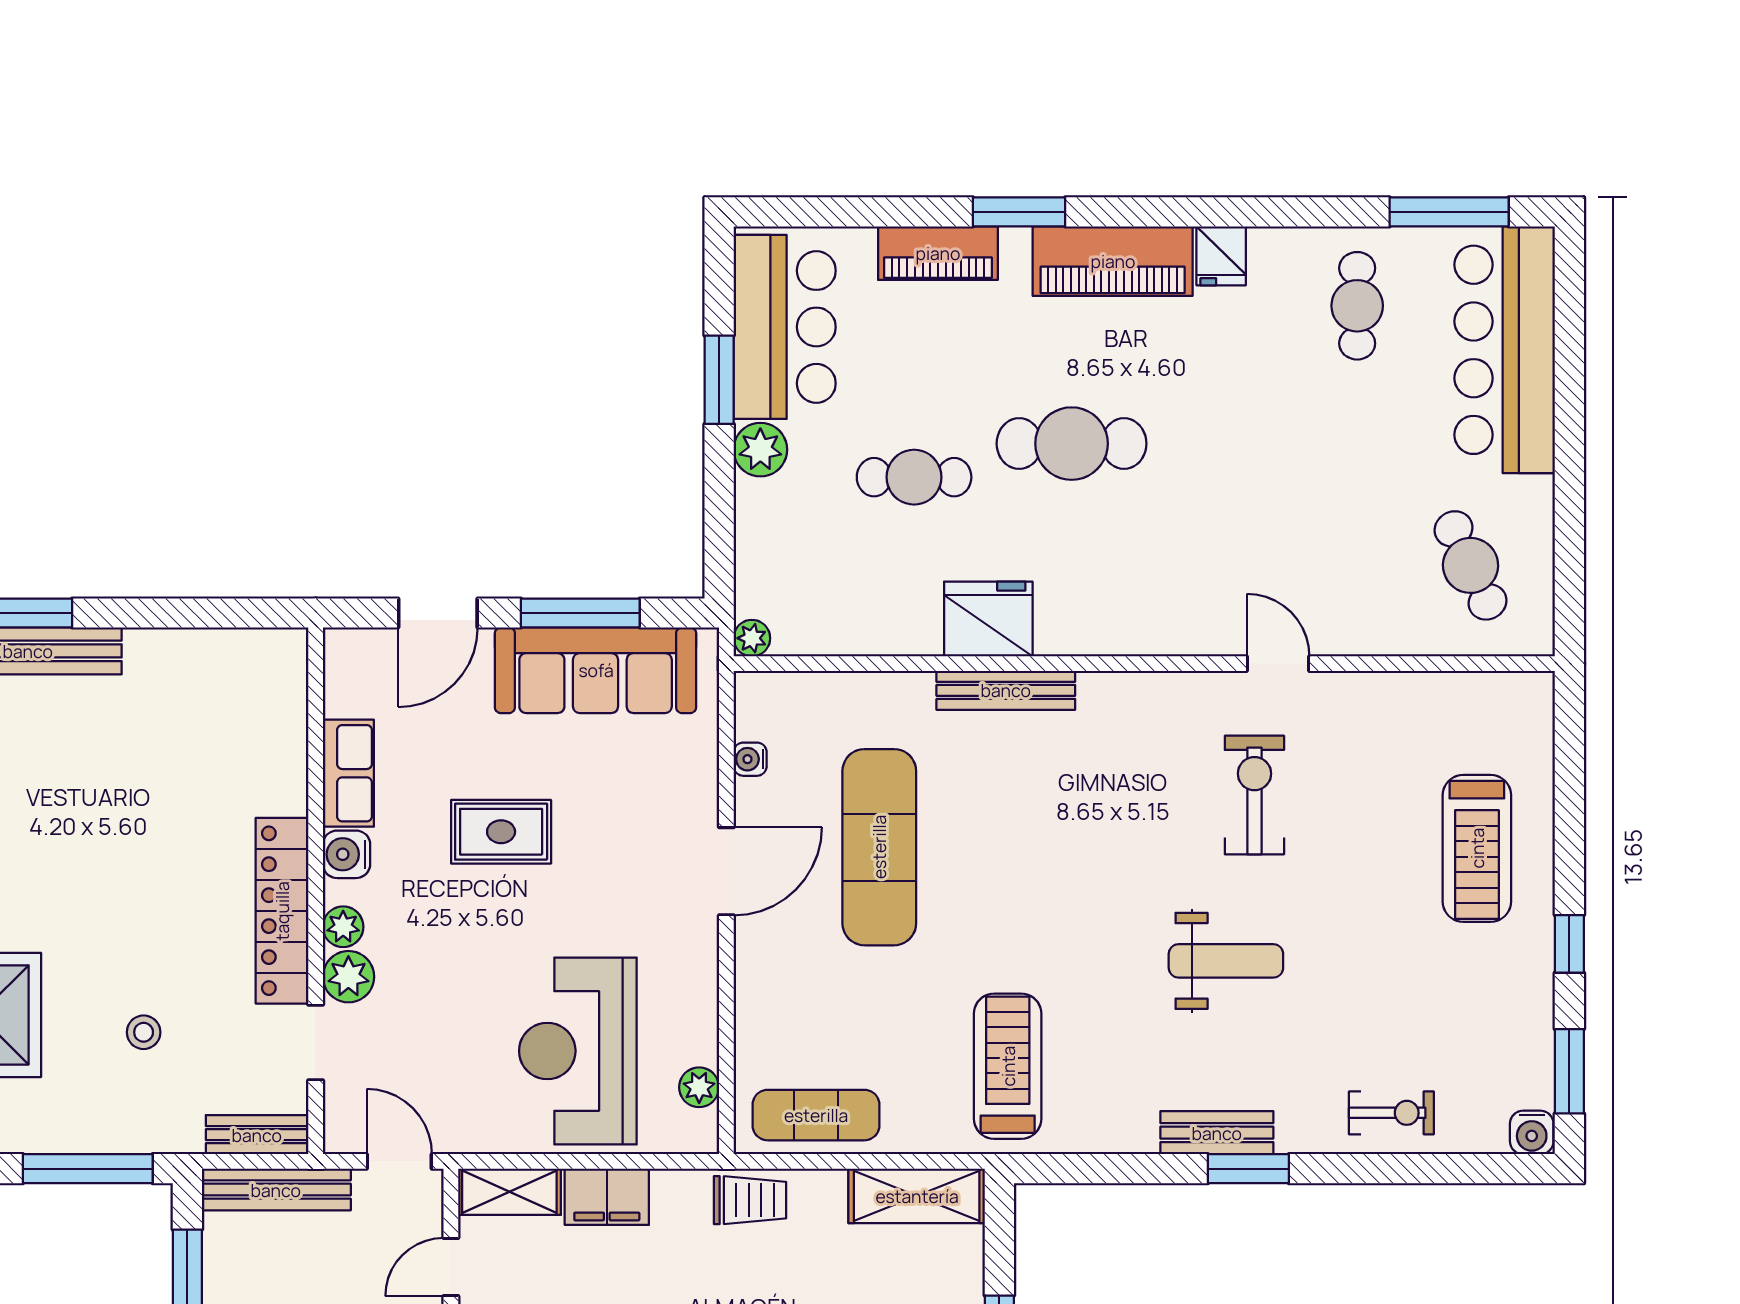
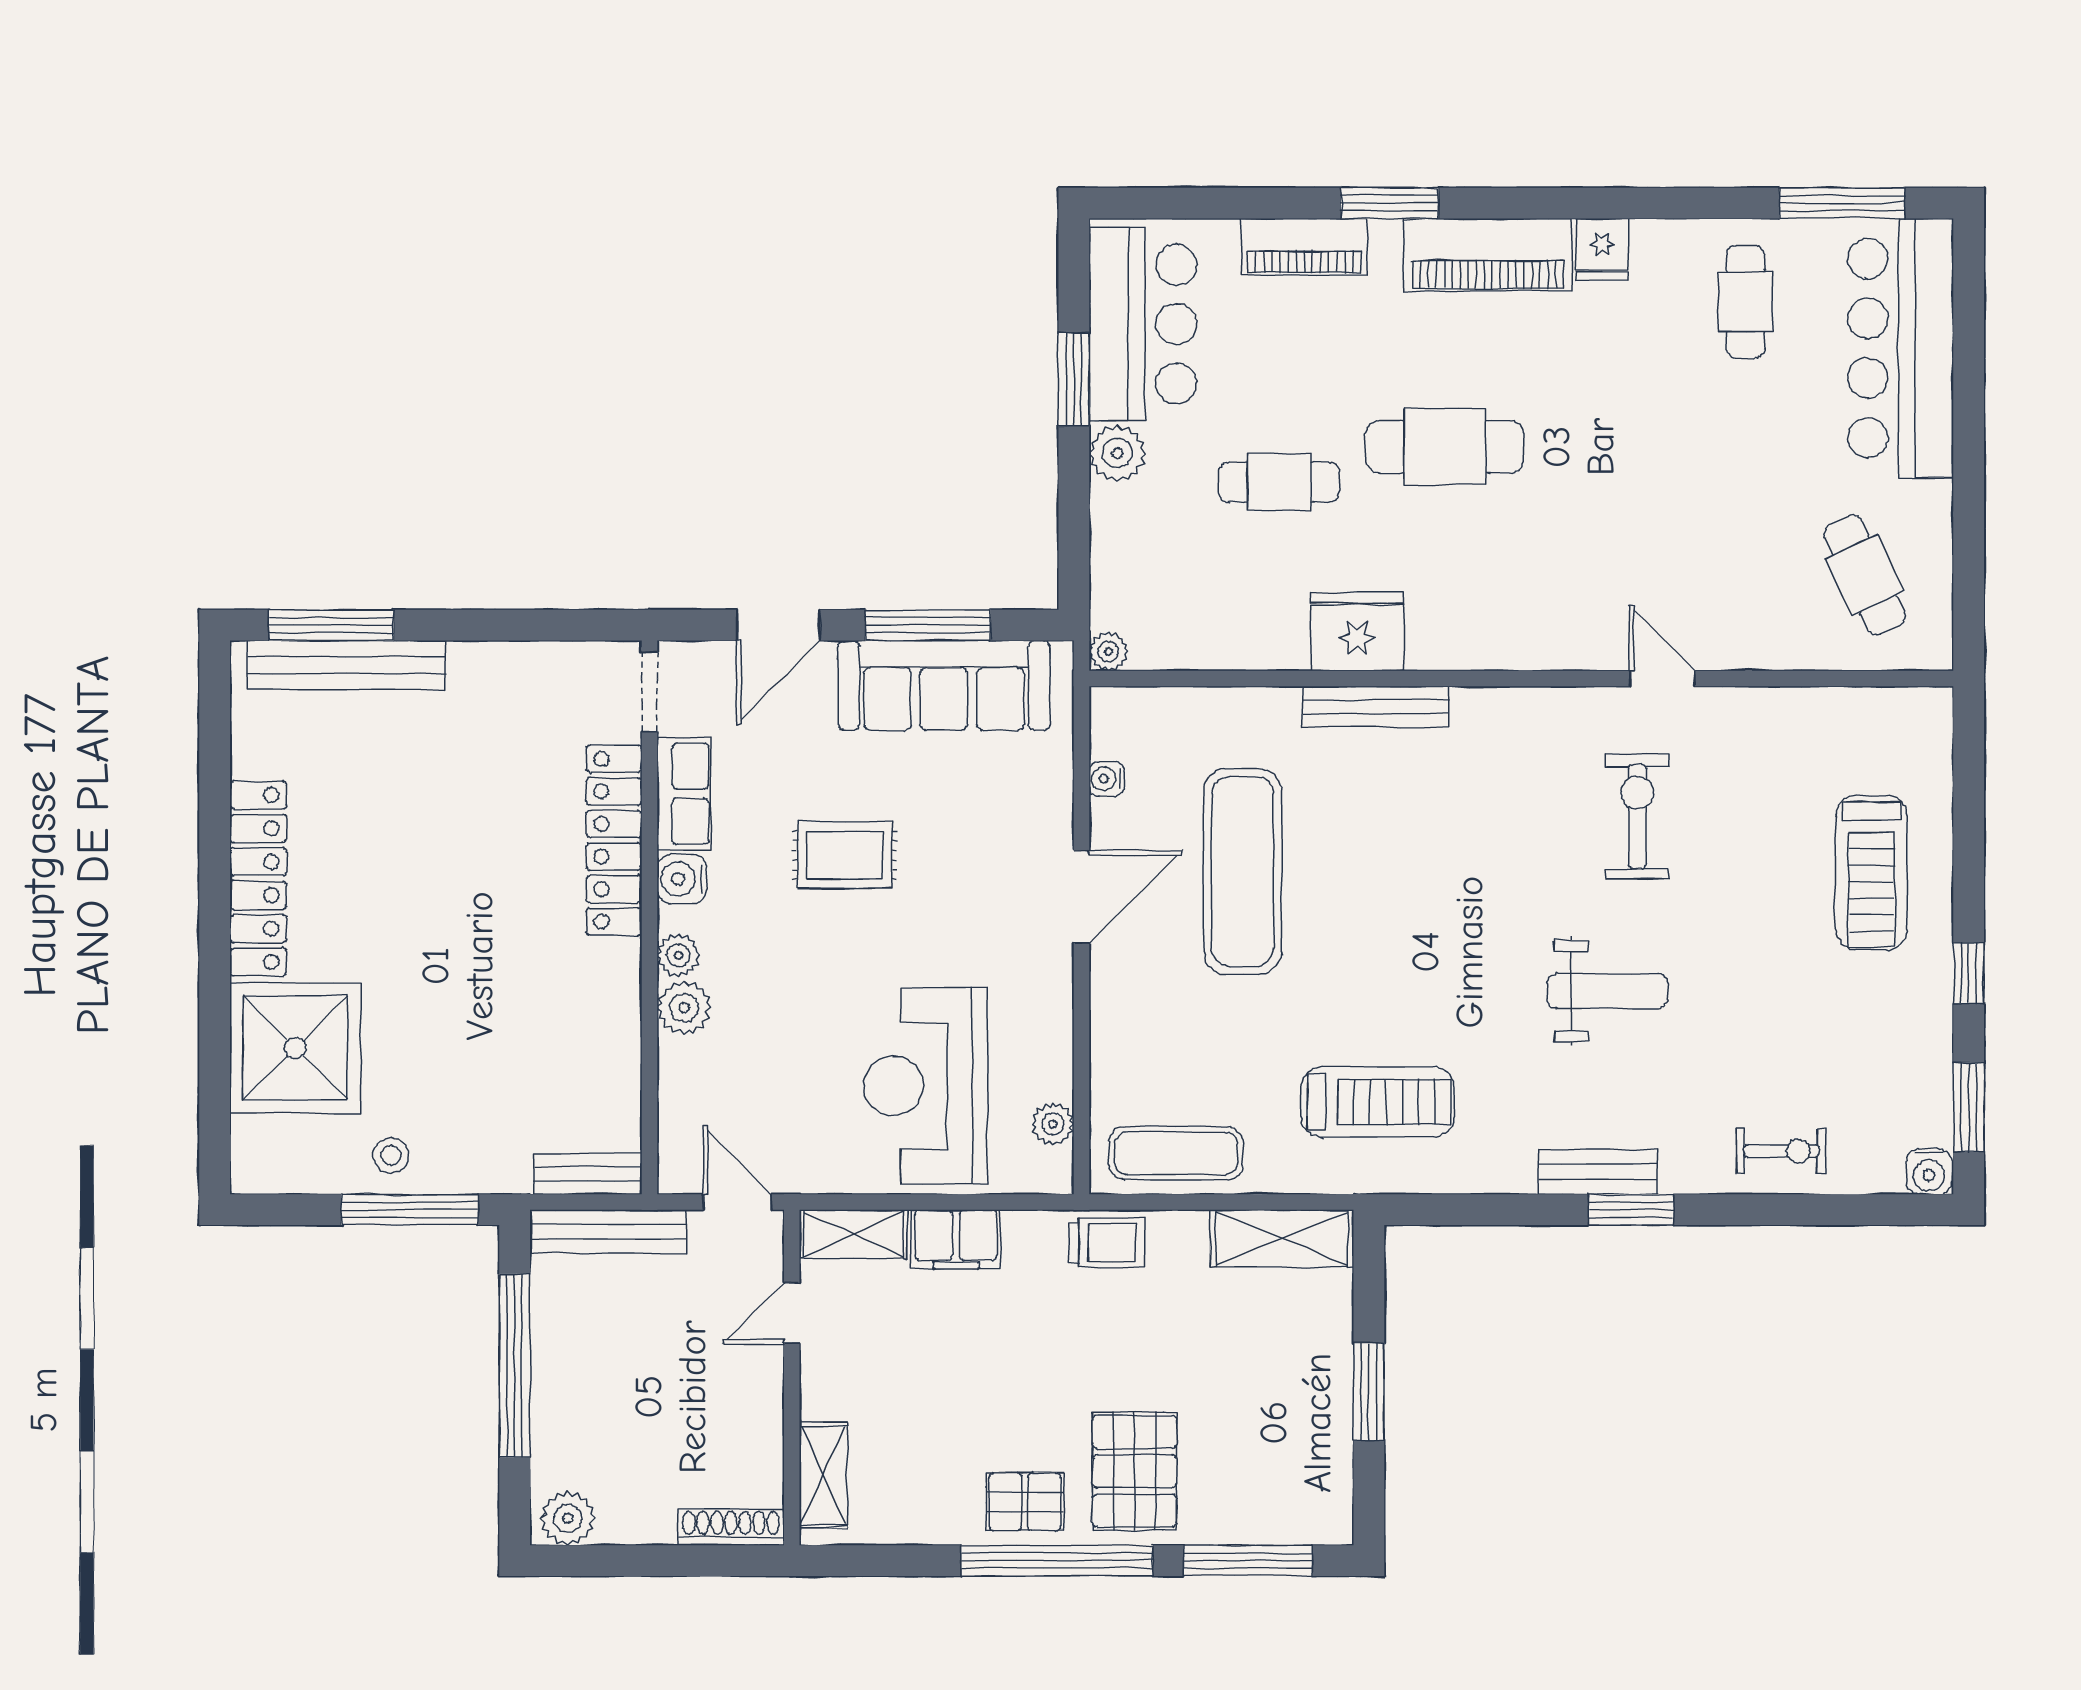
locker: (282, 911) -> (614, 840), moved
stool: (144, 1032) -> (391, 1155), moved
doorway: (316, 1042) -> (649, 692), moved
treadmill: (1008, 1066) -> (1378, 1102), turned 90

